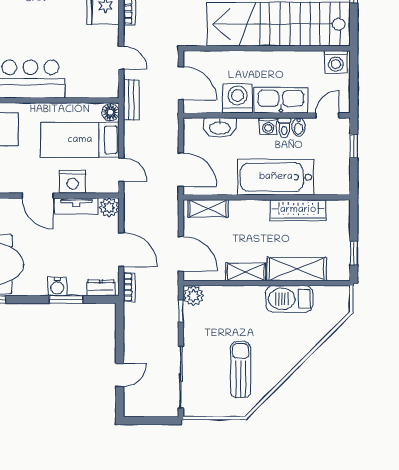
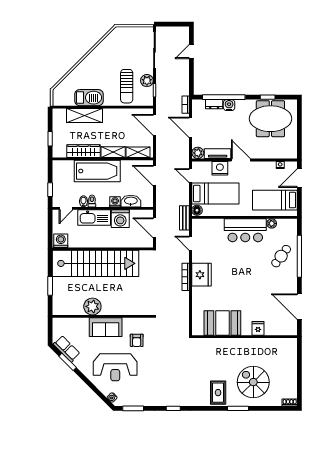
washing machine: (268, 126) -> (115, 202), moved
window: (354, 253) -> (50, 139), moved
shelving: (246, 272) -> (113, 152), moved
dresser: (101, 288) -> (214, 104), moved
plant: (193, 296) -> (147, 81), moved
window: (66, 299) -> (224, 97), width x2.11
sun lounger: (240, 370) -> (127, 86), moved

